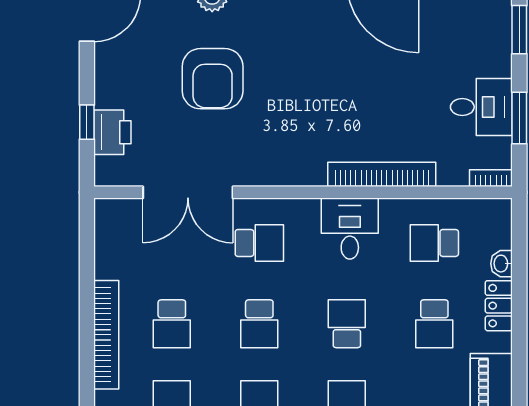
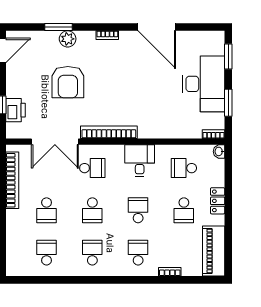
desk: (481, 107) -> (204, 84), width x1.87, depth x1.30
bookcase: (382, 174) -> (109, 132), moved
washbasin: (502, 264) -> (219, 151), moved
bookcase: (106, 335) -> (12, 180), moved

